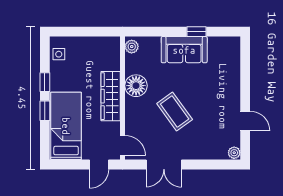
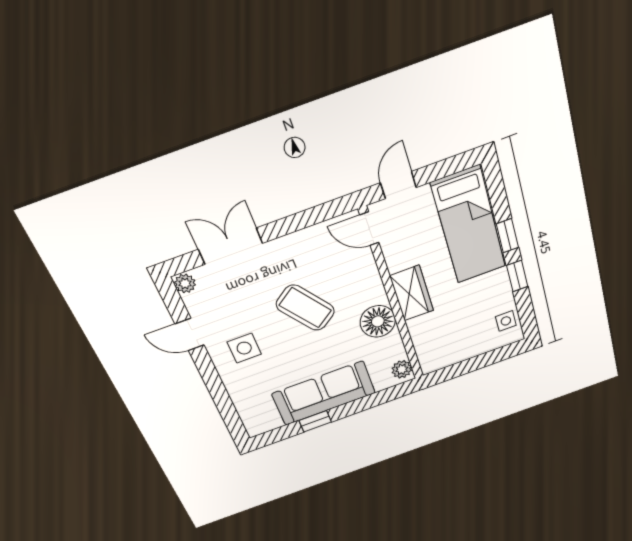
sofa: (184, 50) -> (324, 393), width x1.36
wardrobe: (111, 96) -> (412, 293), width x0.67
side table: (219, 100) -> (244, 348), added
double door: (164, 165) -> (230, 246), moved

